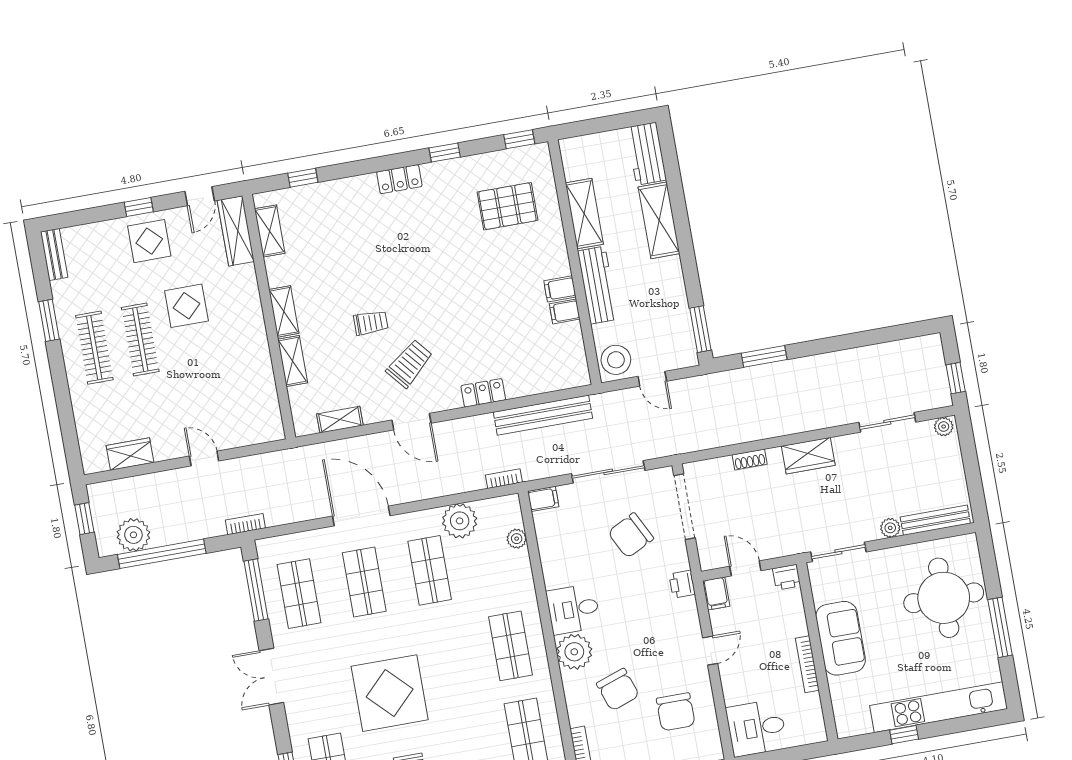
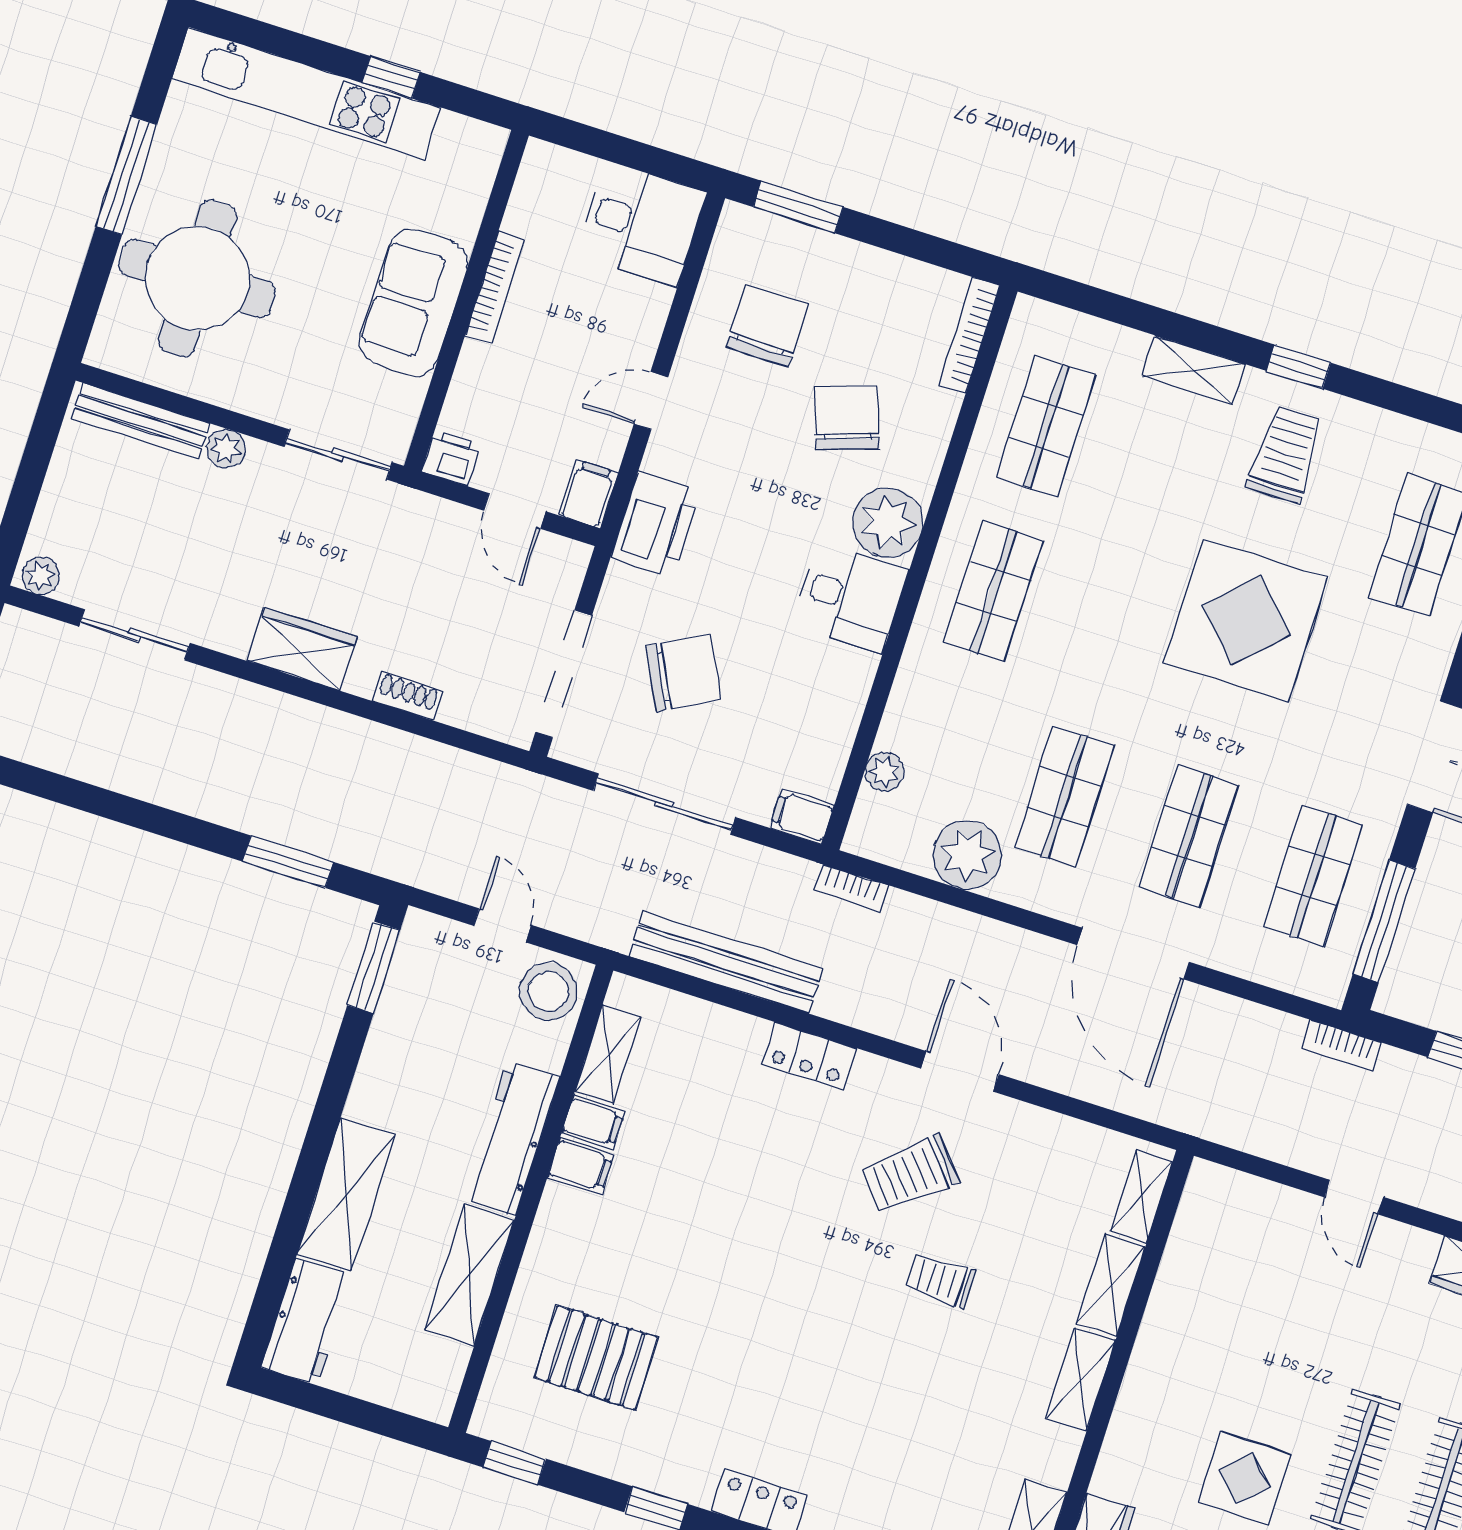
shelving: (574, 346) -> (608, 1054), added
shelving: (340, 420) -> (1141, 1197), moved, turned 90
printer: (682, 584) -> (655, 524), width x1.87, depth x1.48

